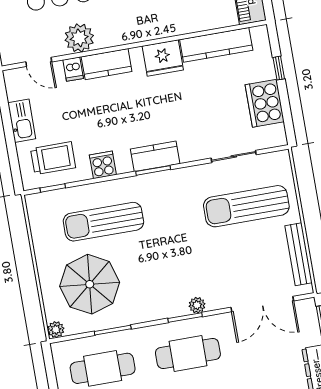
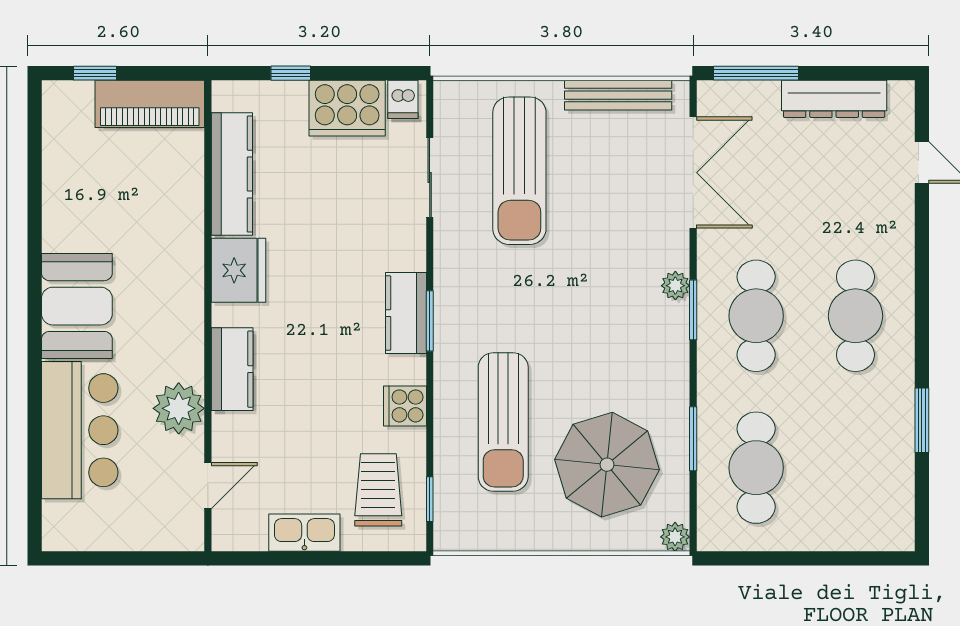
dishwasher: (73, 69) -> (403, 99), moved, turned 90

